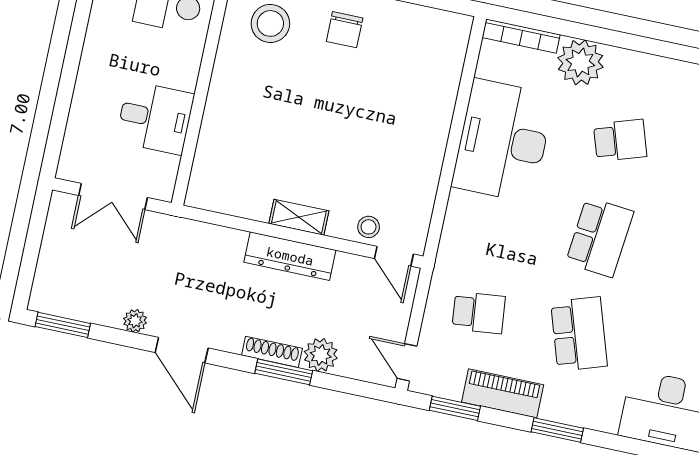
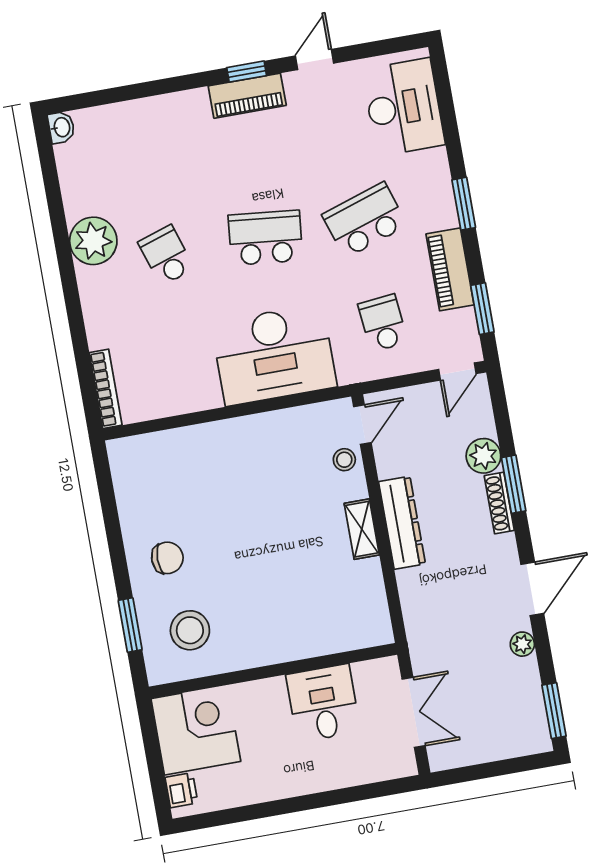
plant: (580, 62) -> (93, 241), moved
desk: (503, 141) -> (274, 355), moved

